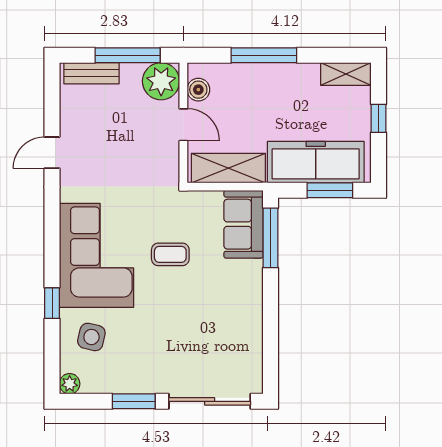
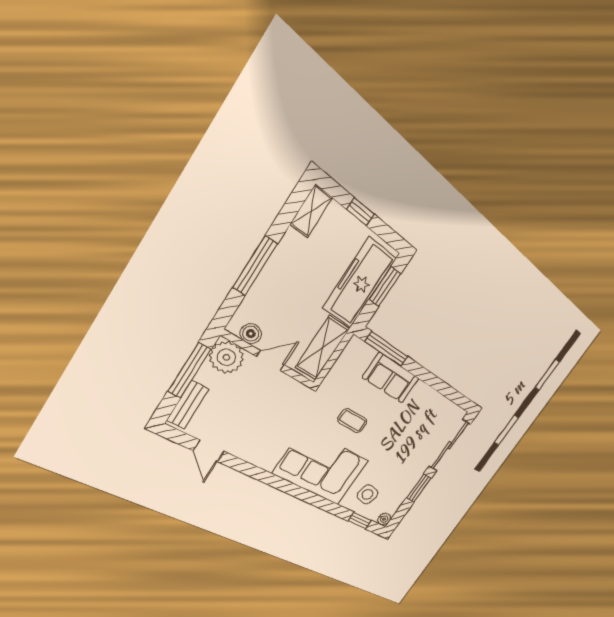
door: (52, 153) -> (209, 451), moved
sofa: (243, 224) -> (391, 378), moved
coffee table: (170, 254) -> (352, 421), turned 90
window: (52, 303) -> (360, 521), moved

